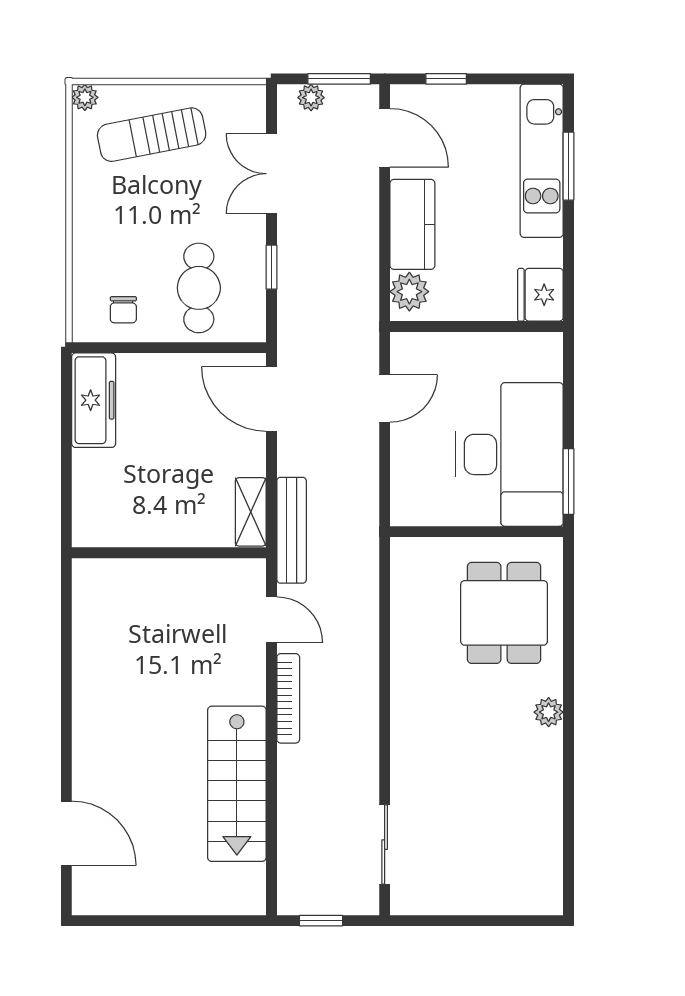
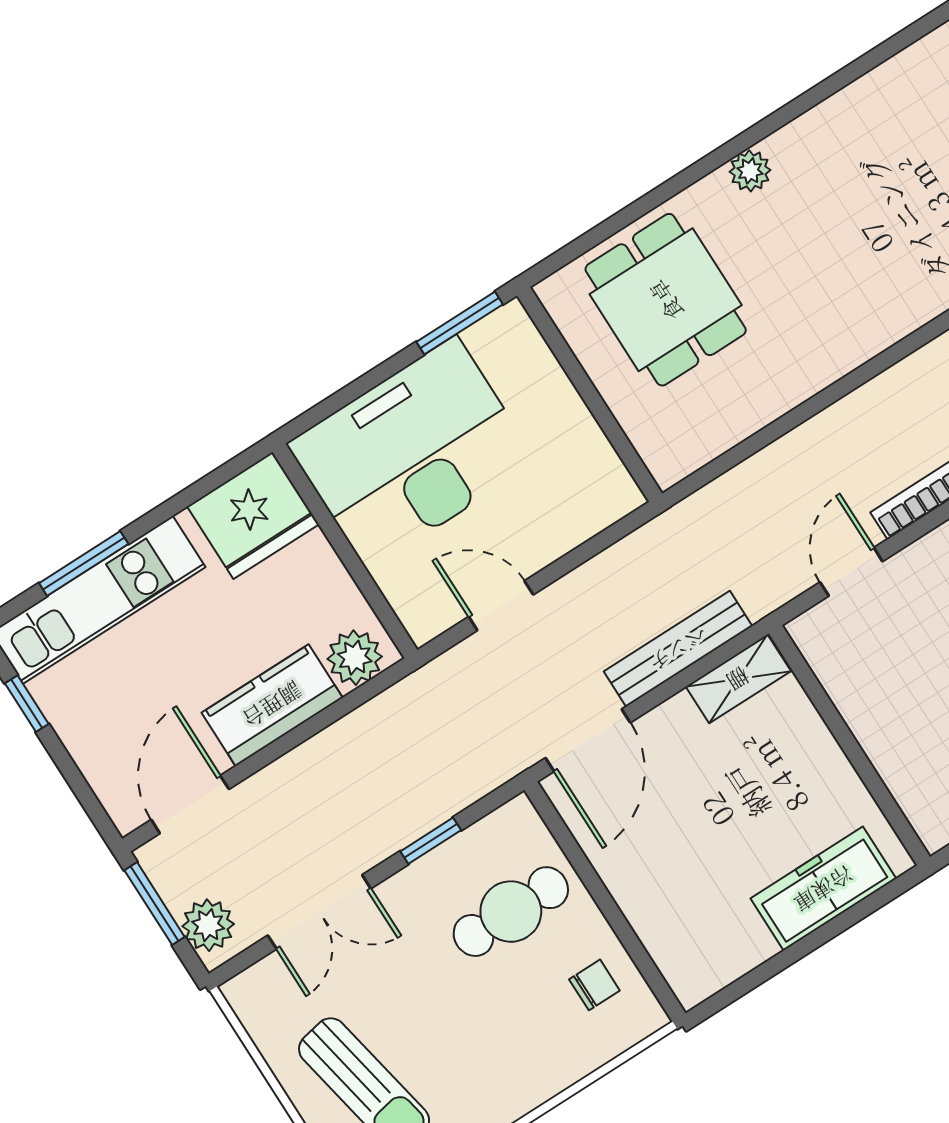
window: (446, 79) -> (27, 704), moved
plant: (311, 98) -> (208, 925), width x1.38, depth x1.38
fridge: (540, 295) -> (253, 515), width x1.36, depth x1.34
freezer: (94, 400) -> (823, 889), moved
desk: (509, 454) -> (412, 453), moved
bench: (292, 530) -> (678, 649), moved
dining table: (504, 613) -> (666, 300), turned 90

